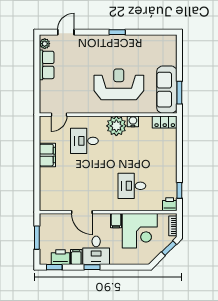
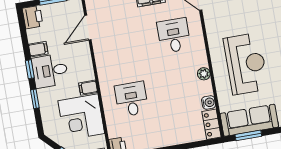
water cooler: (133, 121) -> (209, 102), moved
plant: (116, 126) -> (204, 74), width x0.53, depth x0.53
door: (82, 212) -> (88, 28), moved
printer: (60, 257) -> (33, 17), moved
window: (54, 267) -> (35, 99), moved

